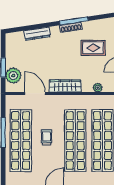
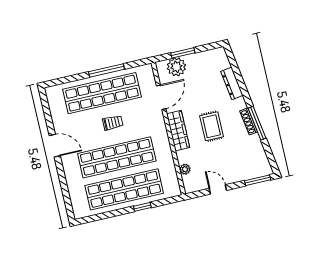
rug: (93, 48) -> (212, 126), moved

